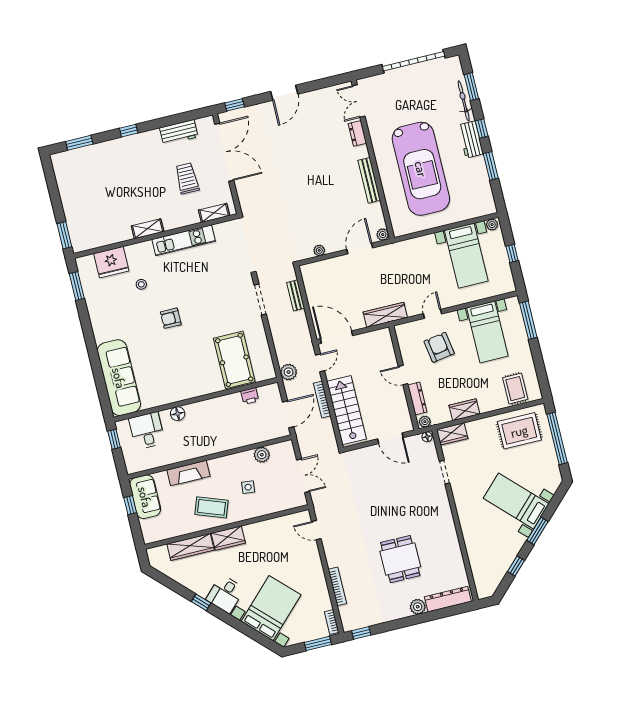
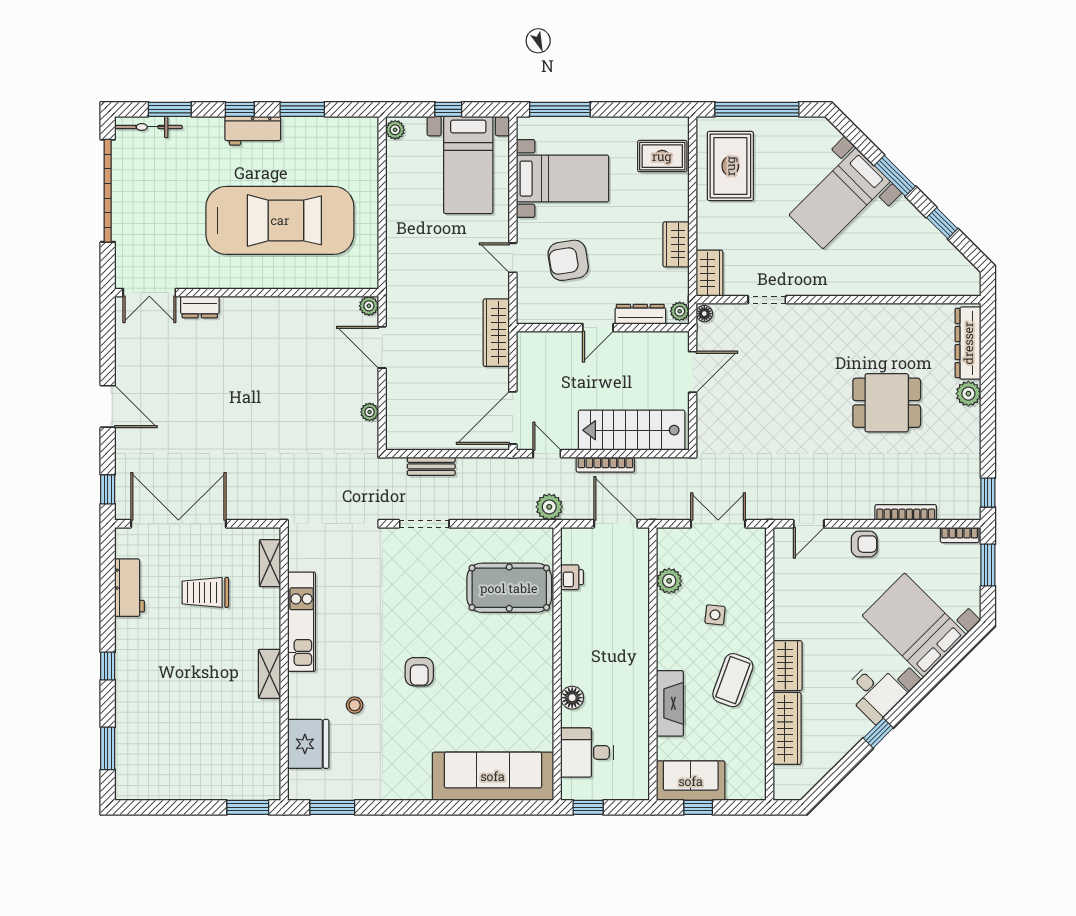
bicycle: (464, 101) -> (148, 127), moved
bench: (369, 180) -> (278, 306), removed
bed with nightstands: (466, 256) -> (468, 165), moved, turned 90
armchair: (312, 566) -> (864, 544), added

